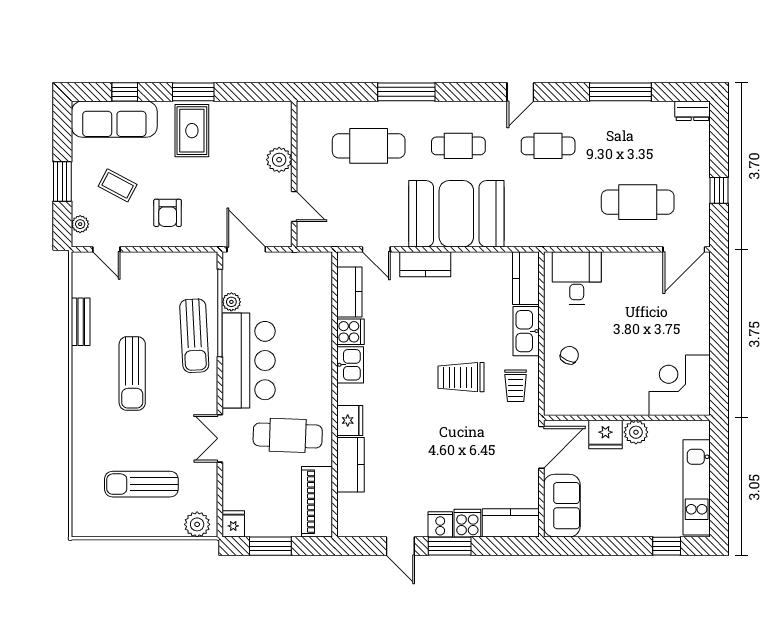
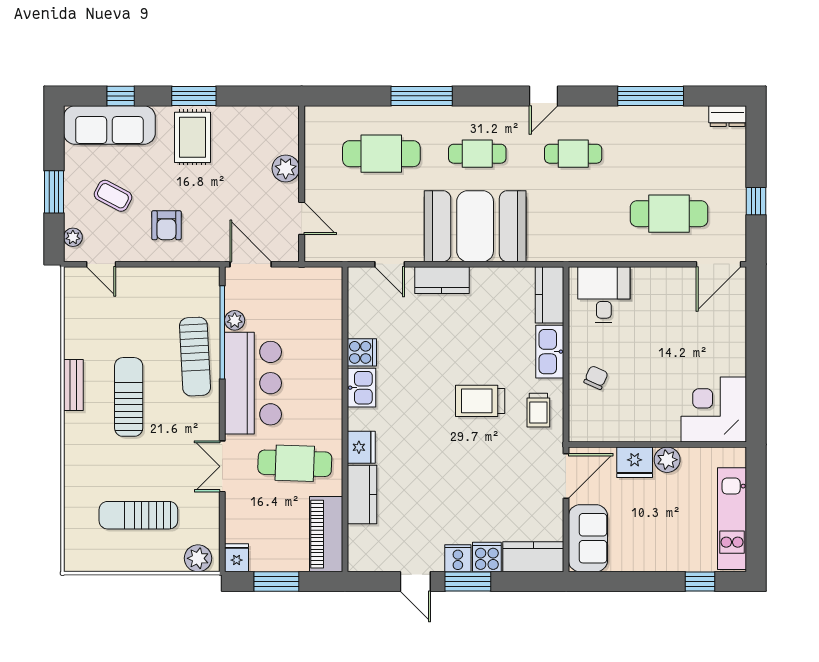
kitchen counter: (349, 292) -> (361, 310), removed
bench: (81, 322) -> (73, 385), moved
sun lounger: (132, 373) -> (129, 397), turned 180

